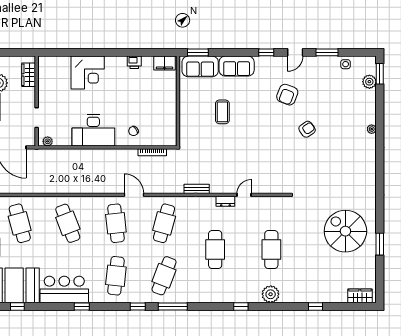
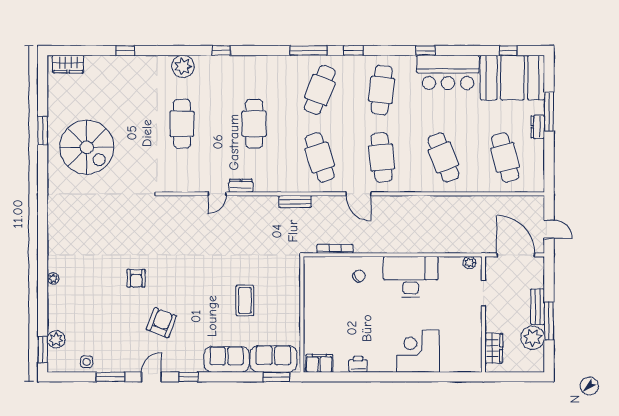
armchair: (307, 129) -> (136, 278), turned -55
bench: (197, 189) -> (295, 202), moved
cafe table: (164, 223) -> (320, 157), turned -33

